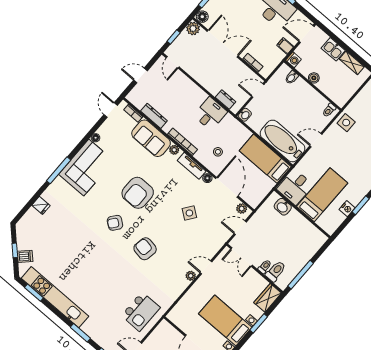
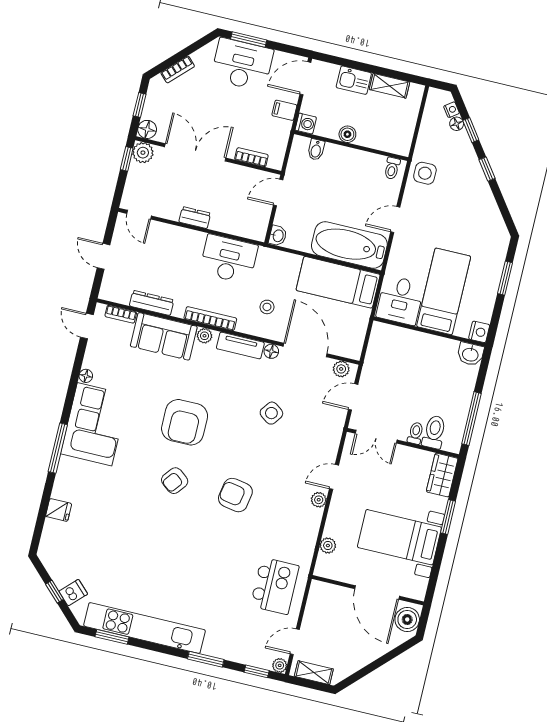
window: (174, 37) -> (127, 159), moved
door: (140, 75) -> (103, 256), hinge flipped
dresser: (226, 100) -> (195, 218), moved
desk: (210, 114) -> (229, 259), width x1.37
washbasin: (283, 207) -> (470, 354), moved
nightstand: (347, 209) -> (479, 332), moved
plant: (182, 304) -> (328, 546), added

